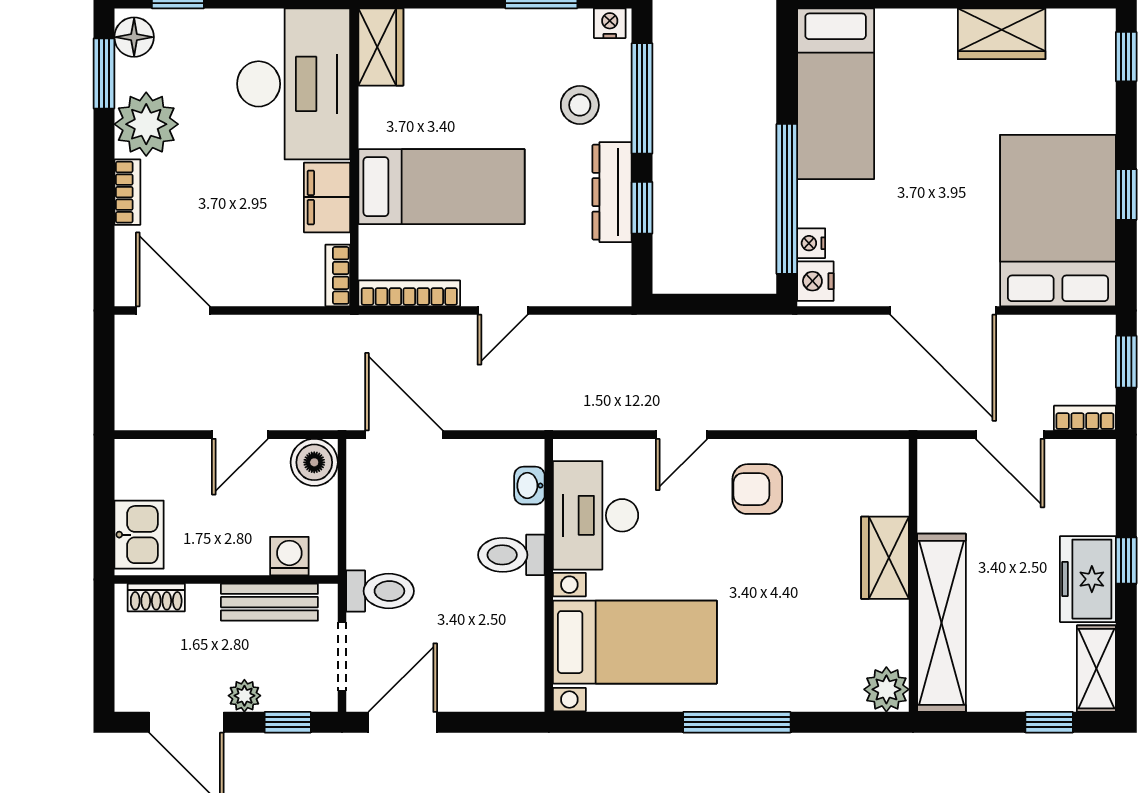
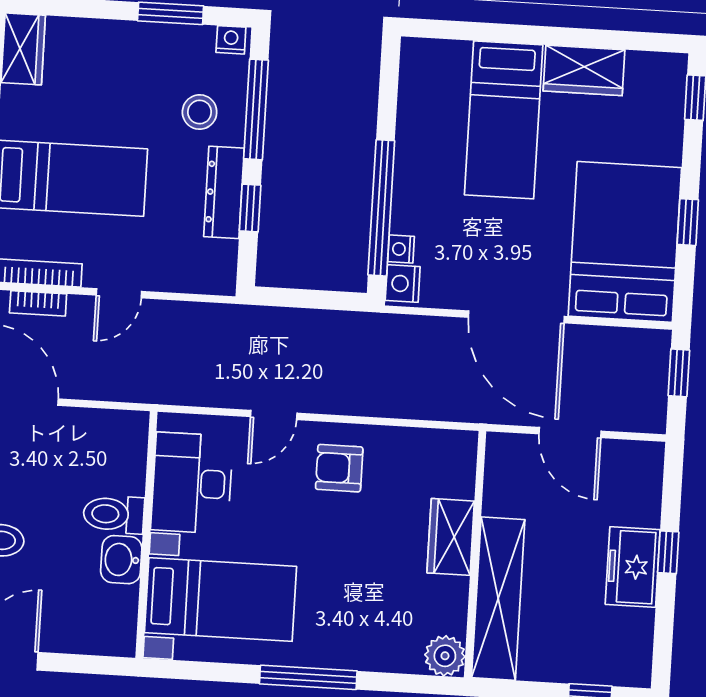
bed: (836, 94) -> (504, 120), moved
bookcase: (1085, 418) -> (38, 303), moved, turned 180
washbasin: (529, 486) -> (121, 560), moved, width x1.38, depth x1.45
shelving: (1096, 669) -> (635, 648), removed

